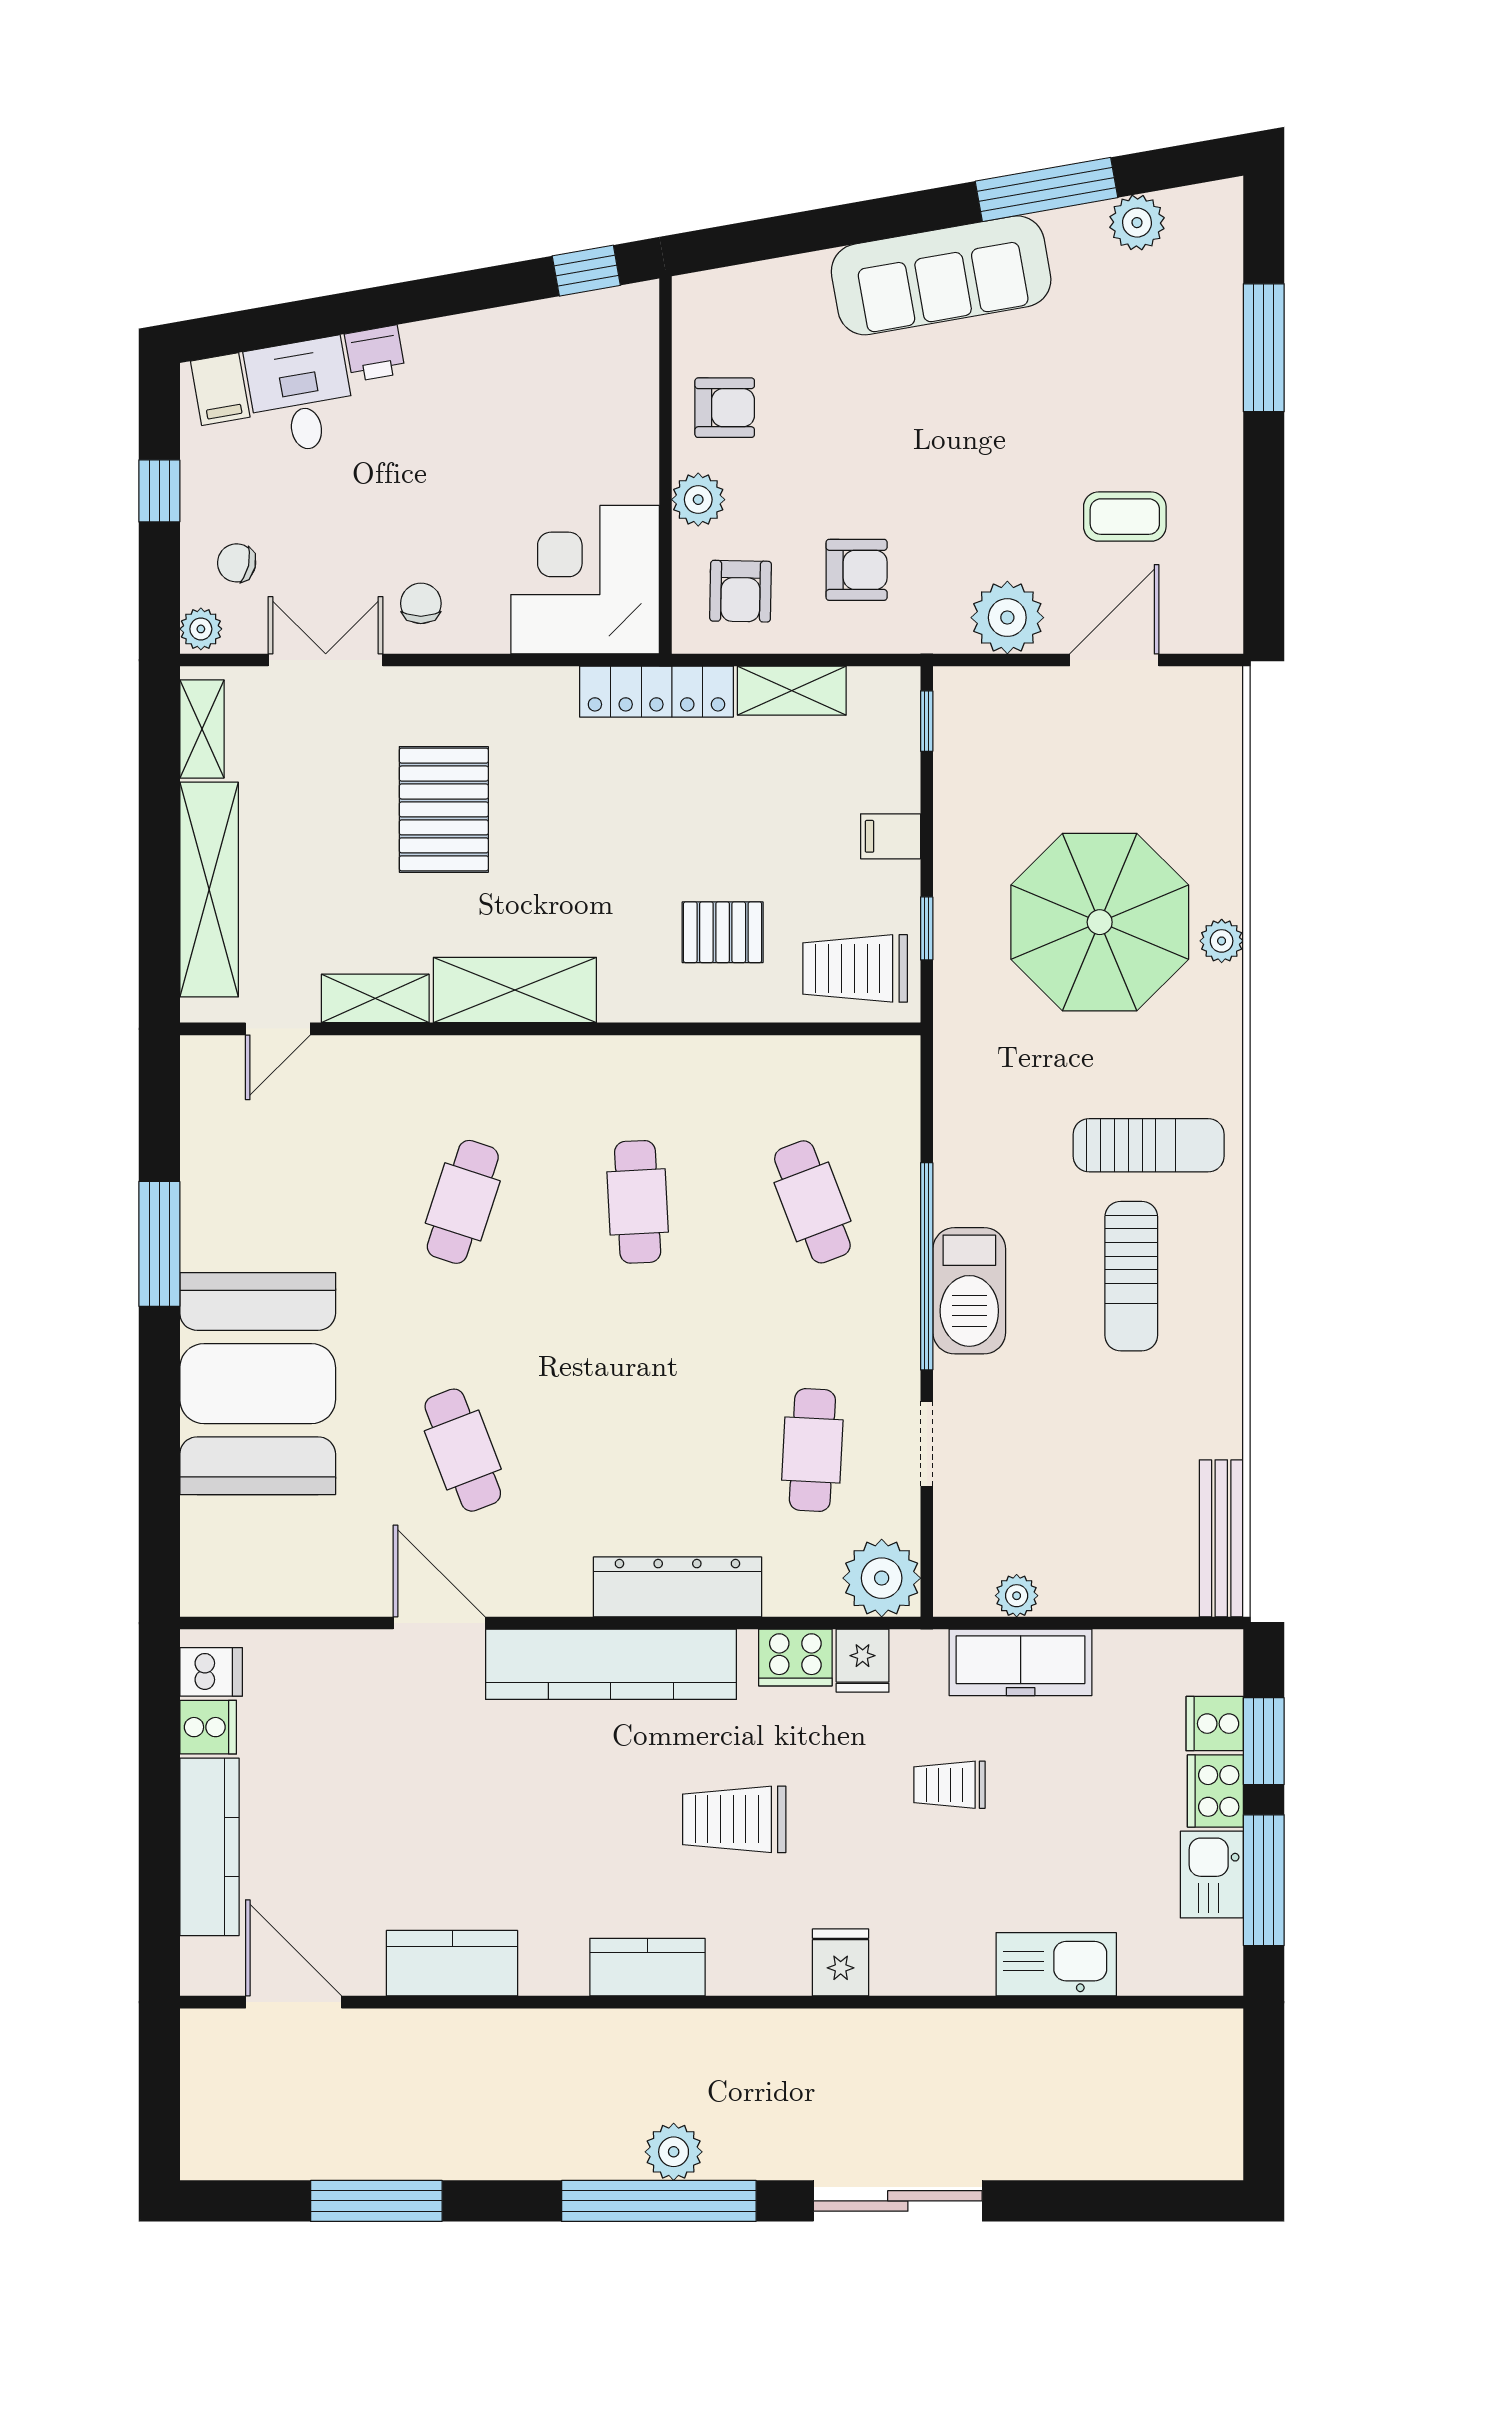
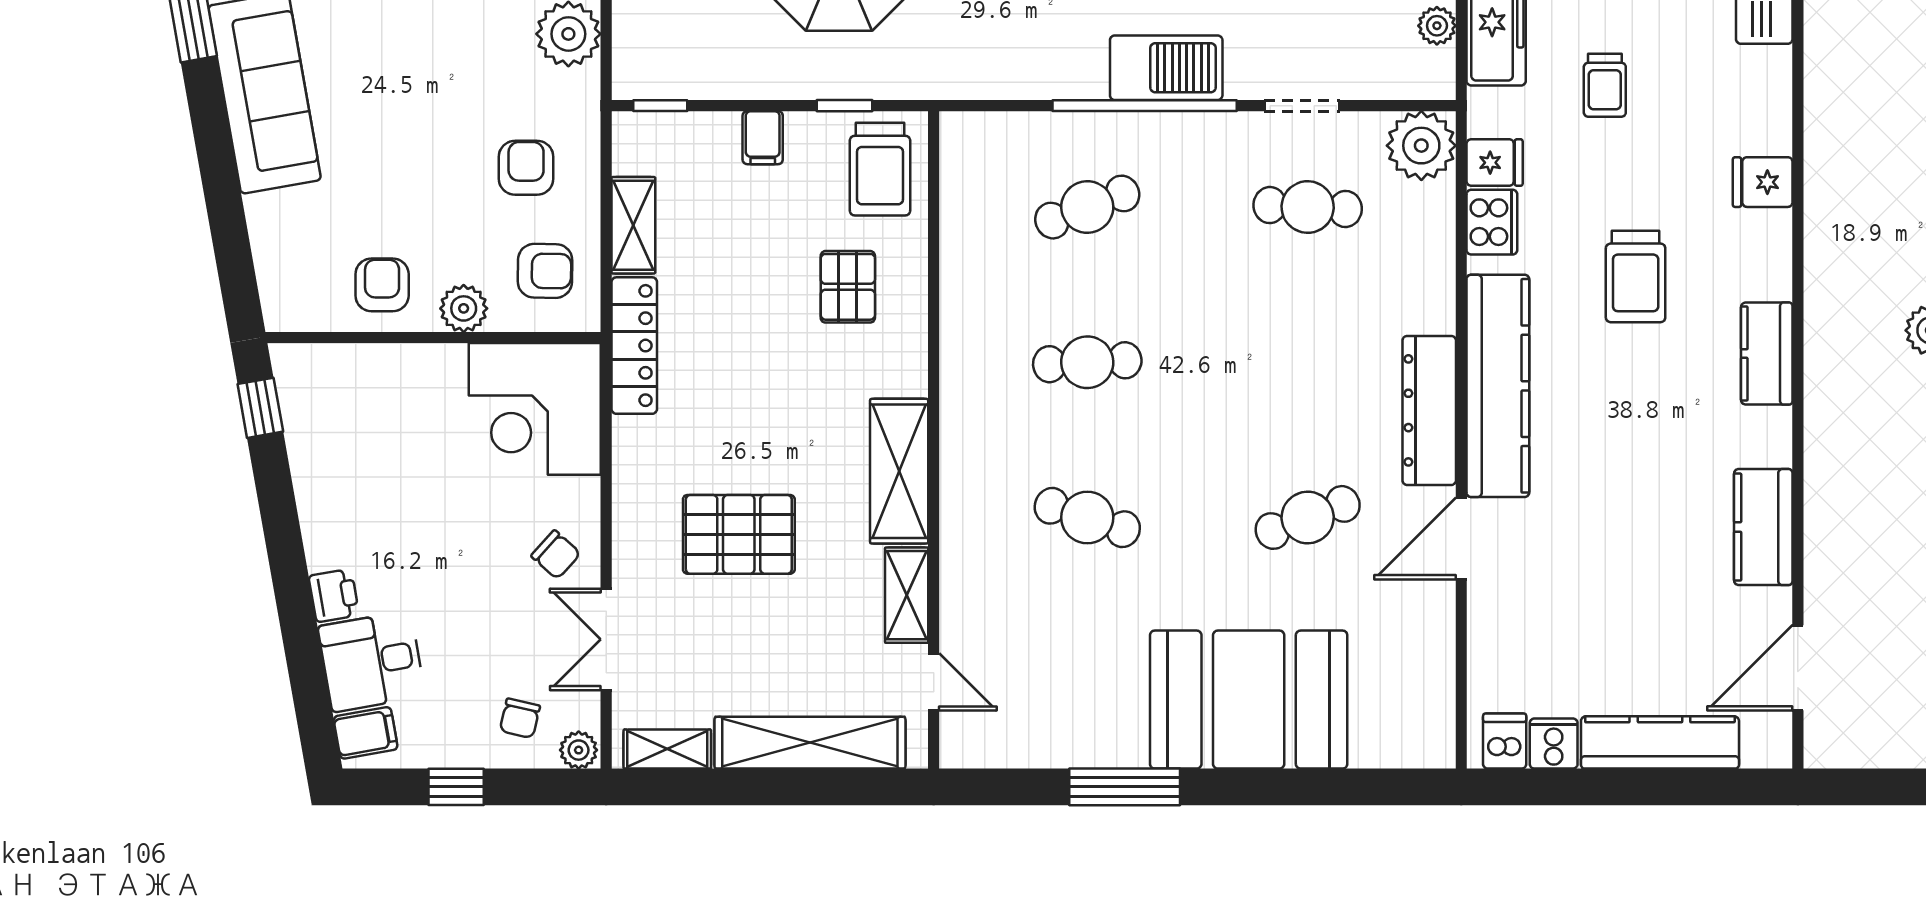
chair: (421, 603) -> (556, 555), turned -138
dresser: (677, 1587) -> (1429, 410), moved

